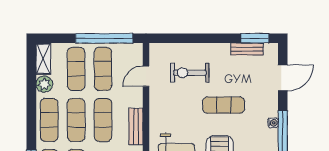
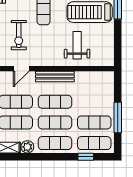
door: (146, 76) -> (21, 69), hinge flipped
bench: (136, 127) -> (55, 76), width x1.36

